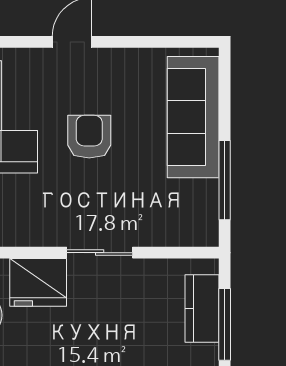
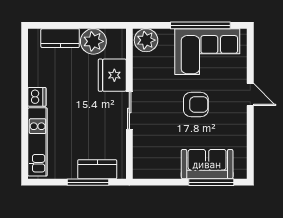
sofa: (193, 117) -> (207, 164), width x0.73
window: (225, 180) -> (211, 182), moved

